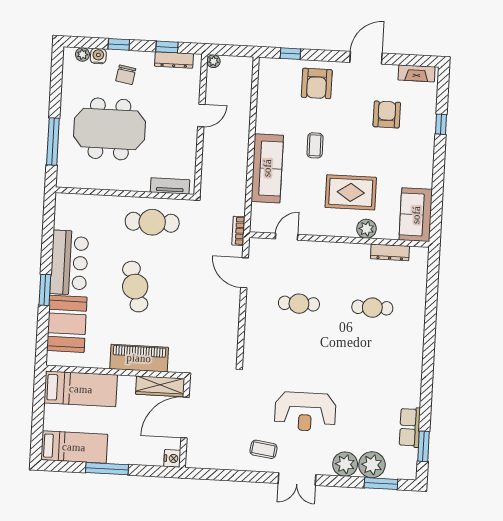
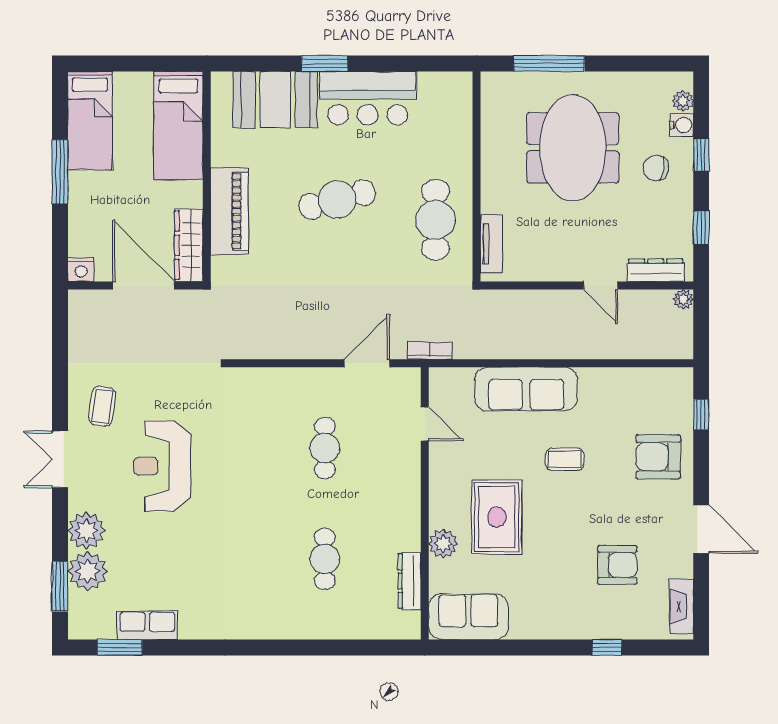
dresser: (174, 60) -> (656, 270), moved, turned 90

